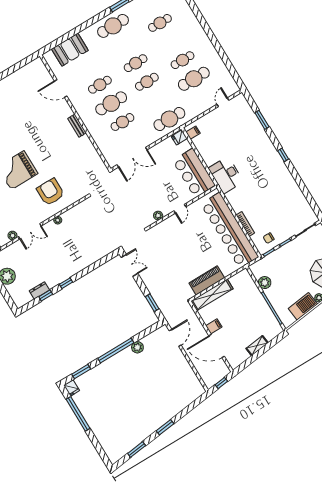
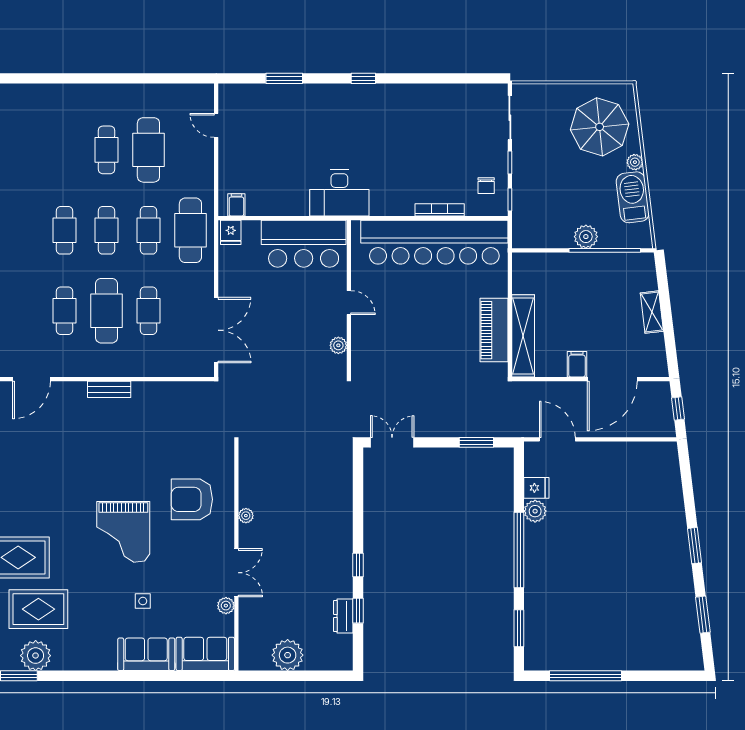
cafe table: (160, 23) -> (148, 230), moved
plant: (265, 283) -> (586, 237), moved
fridge: (72, 388) -> (536, 488), moved

